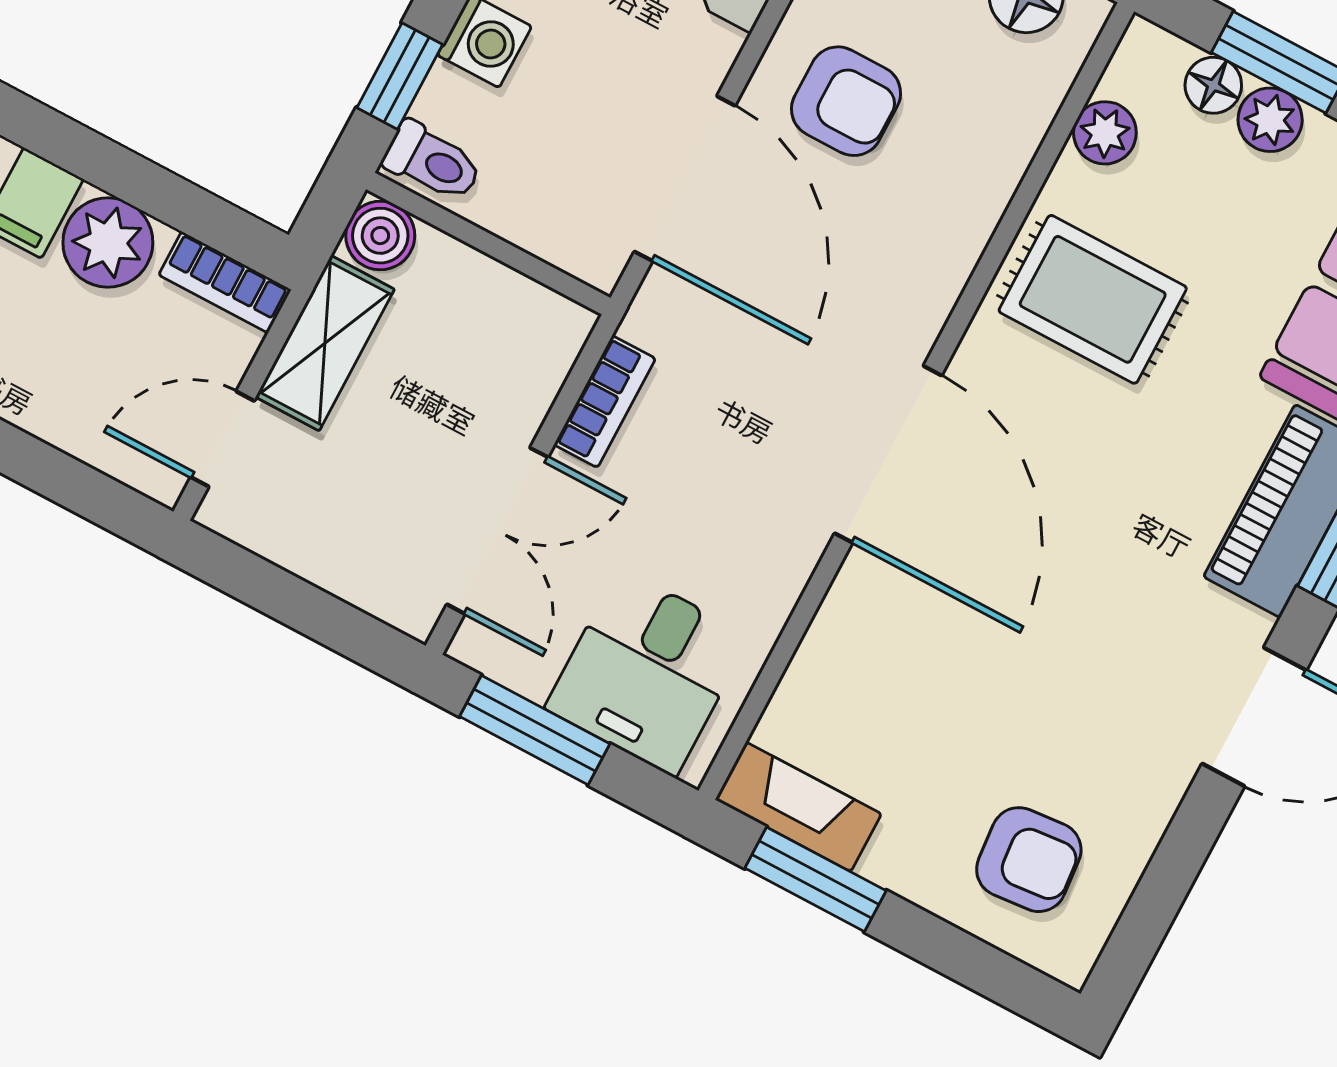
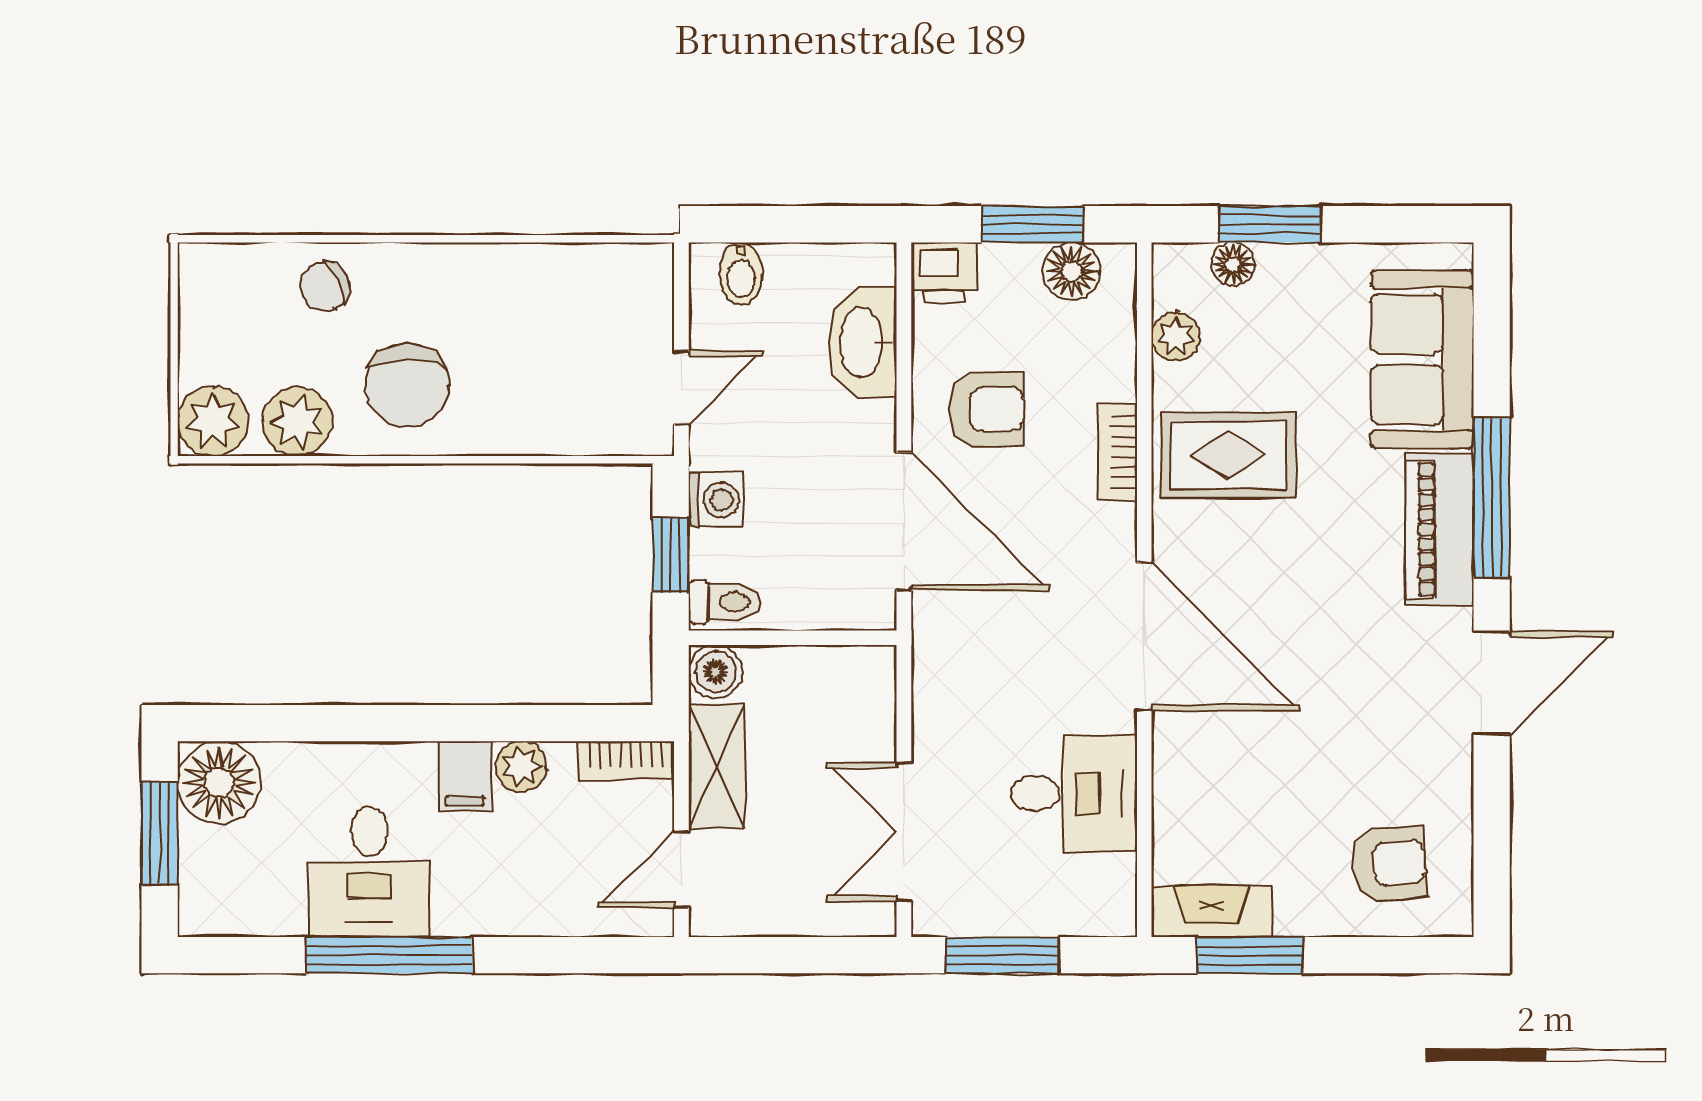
plant: (1270, 120) -> (1285, 267), removed
plant: (108, 243) -> (521, 767), width x0.73, depth x0.73
bookcase: (605, 402) -> (1118, 452), moved, turned 180
double door: (497, 531) -> (904, 832), swing flipped
desk: (647, 672) -> (1074, 794), moved, turned -90

